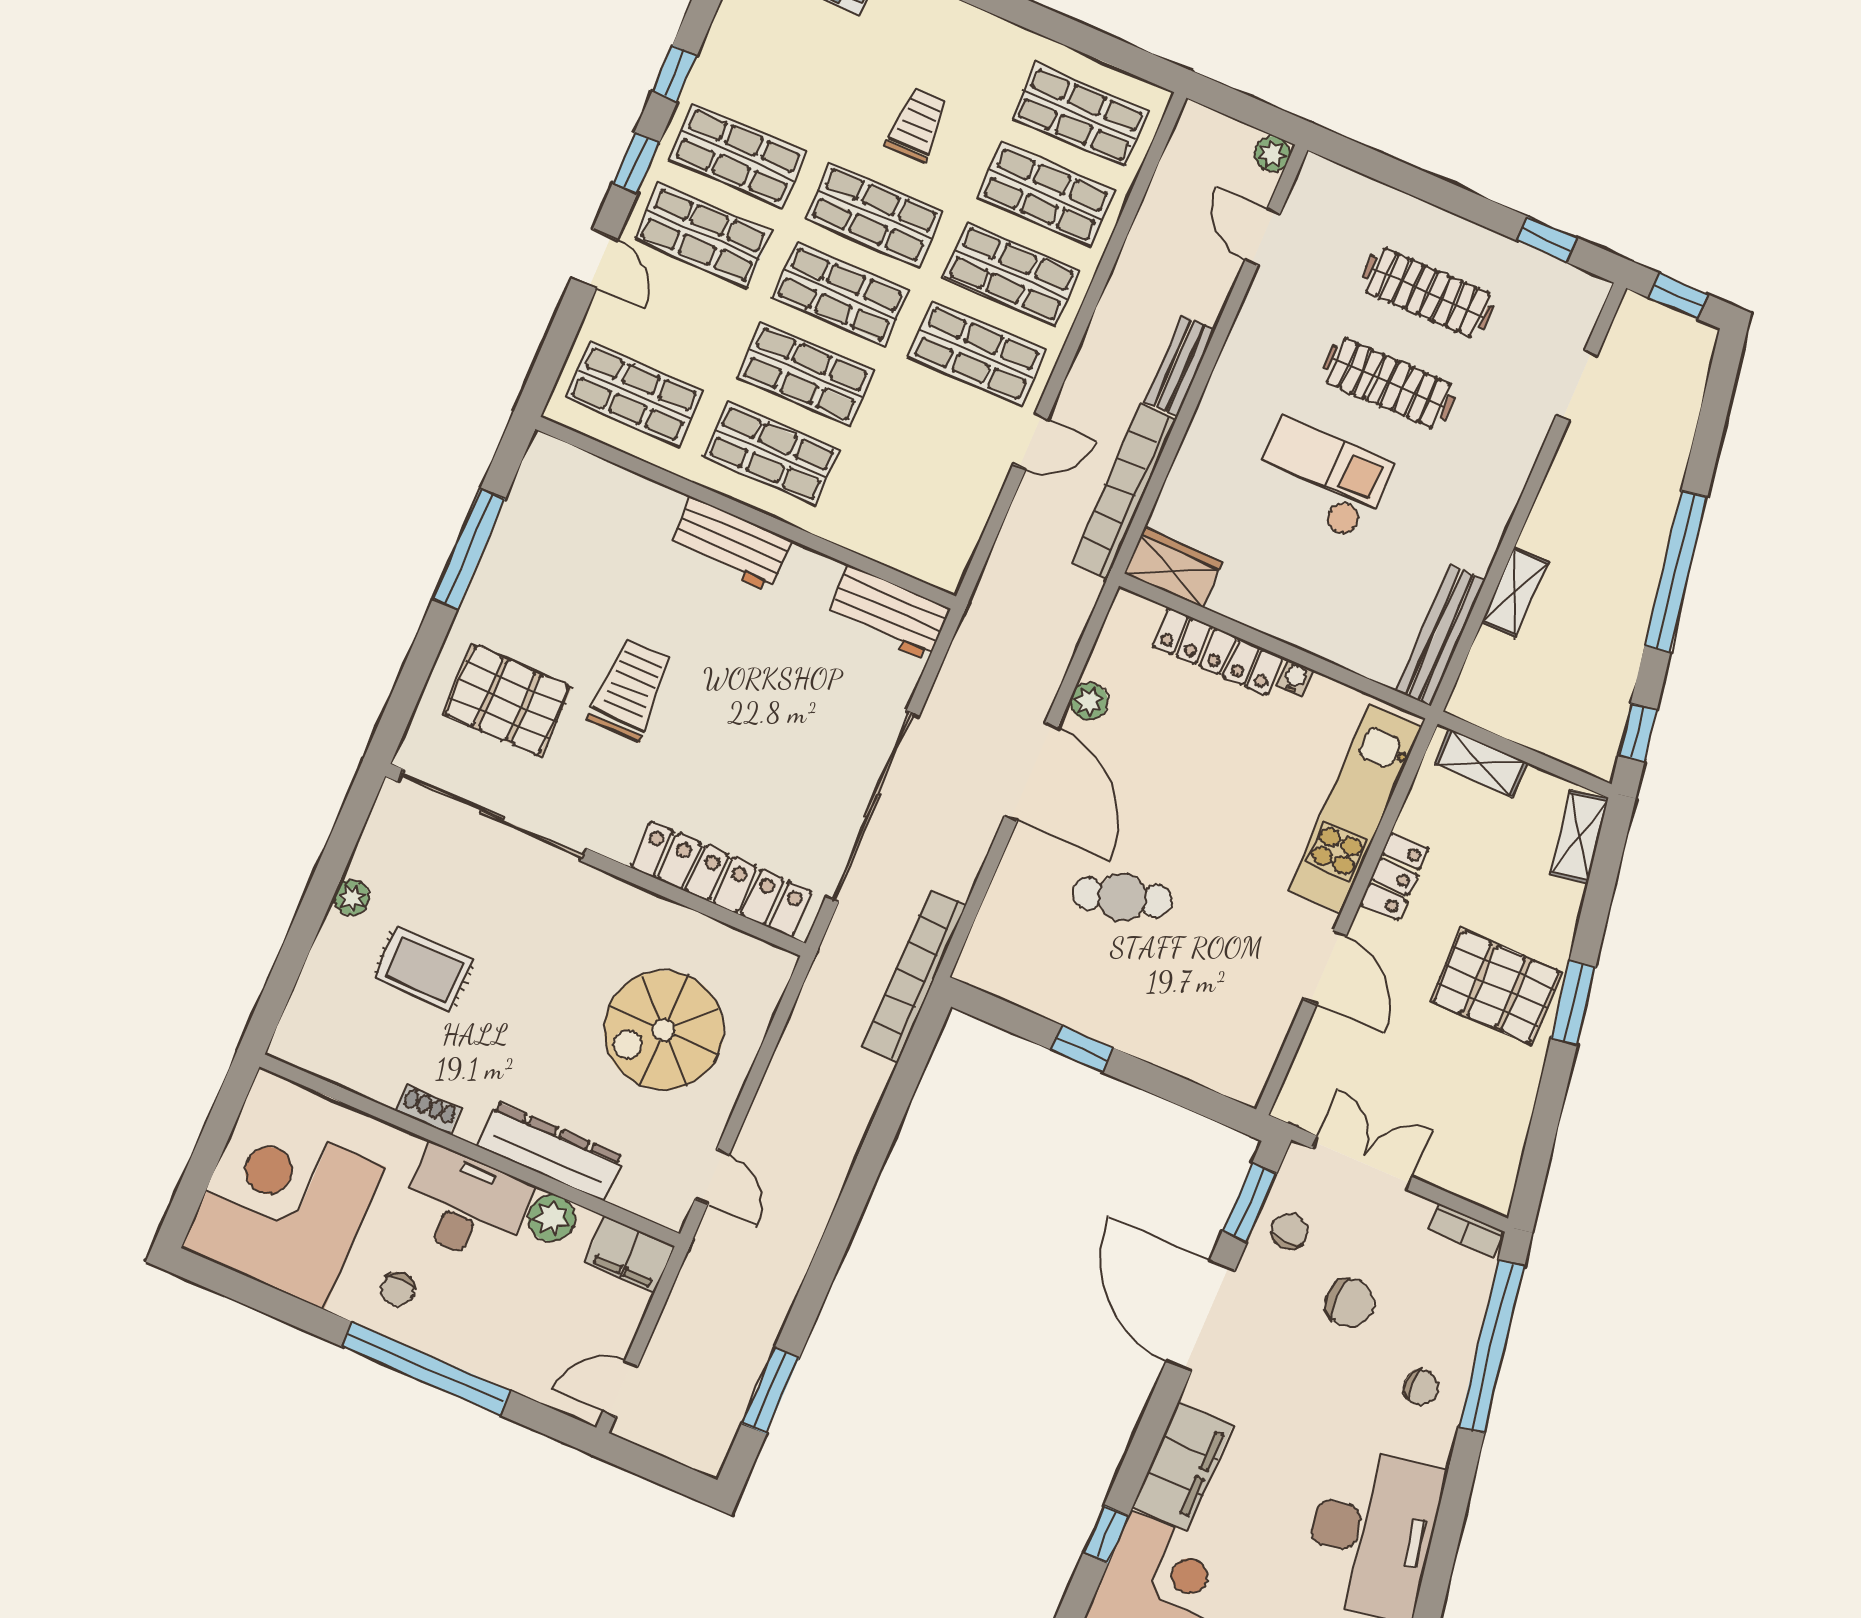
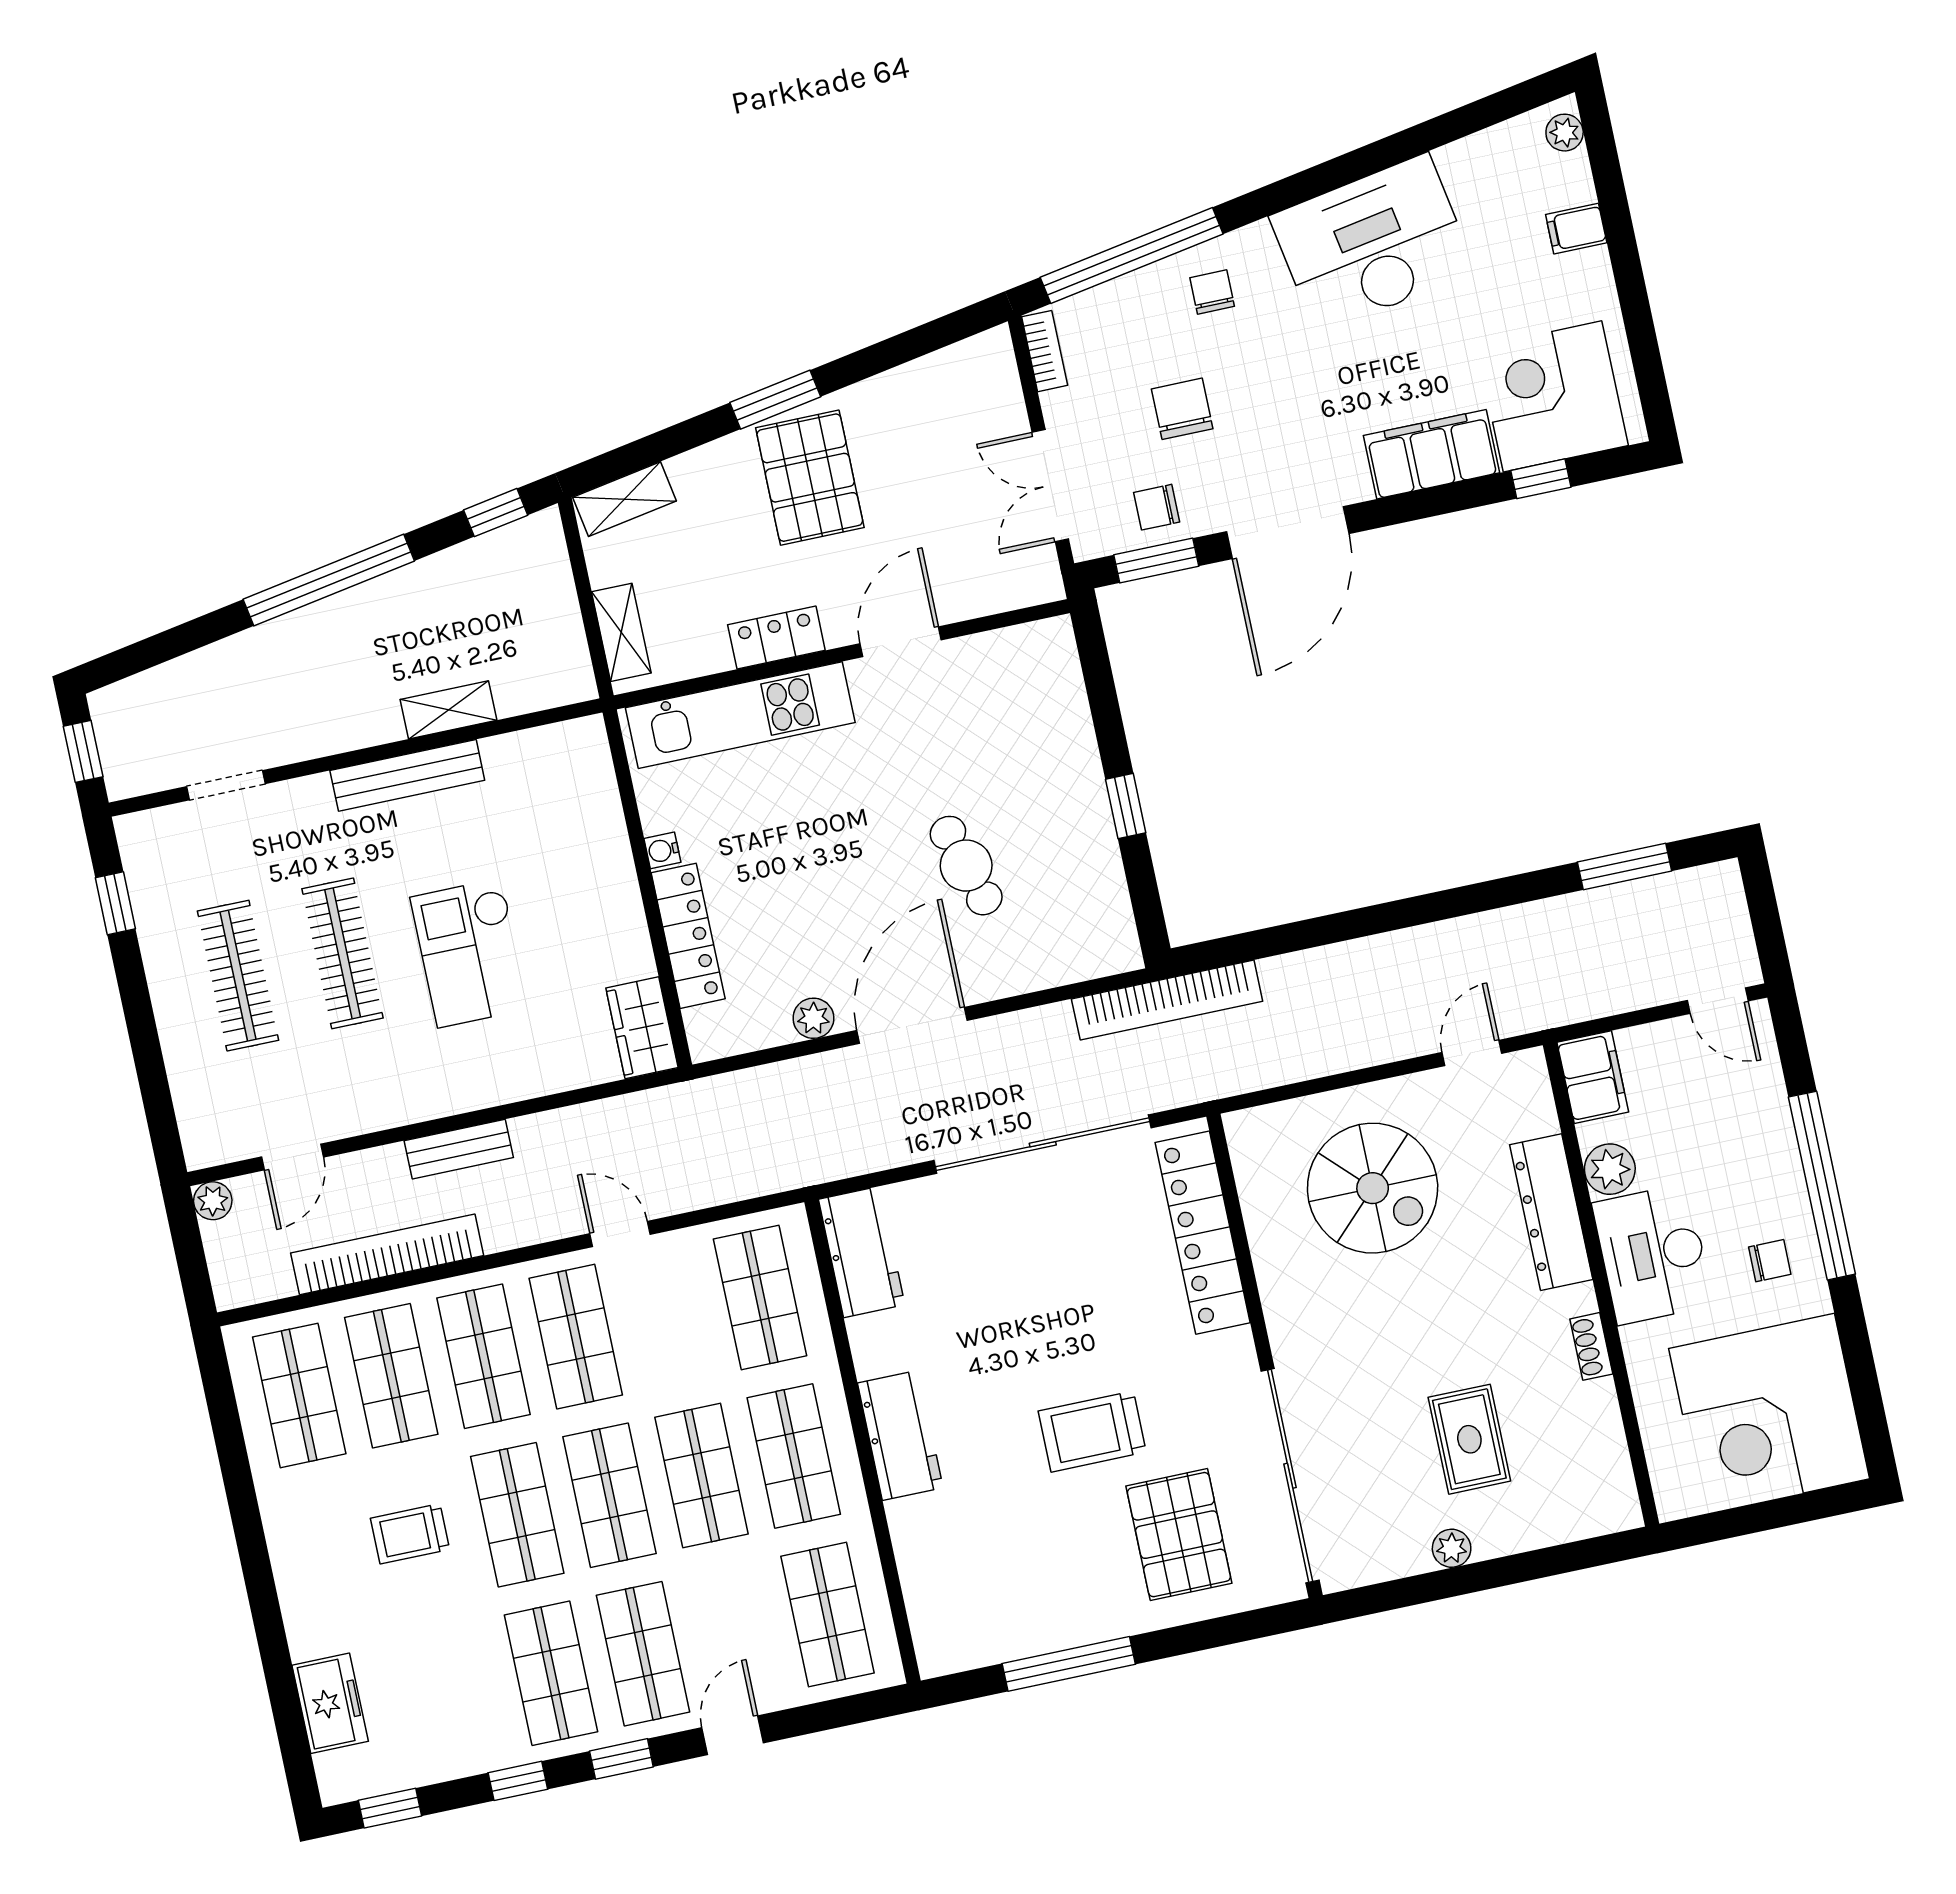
bookcase: (1124, 491) -> (387, 1254), moved, turned 180
shop shelf: (908, 513) -> (760, 1297), added
bench: (1440, 636) -> (407, 775), moved

